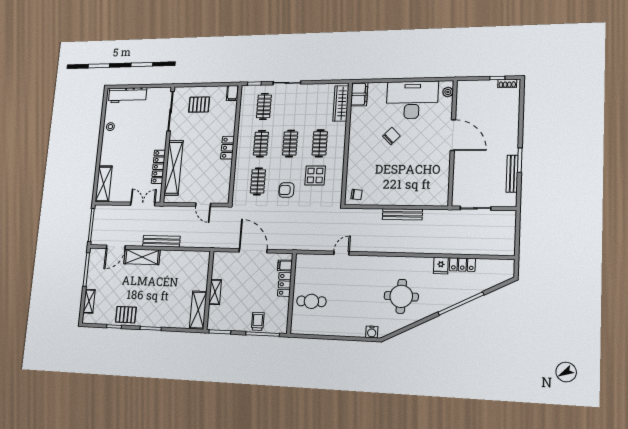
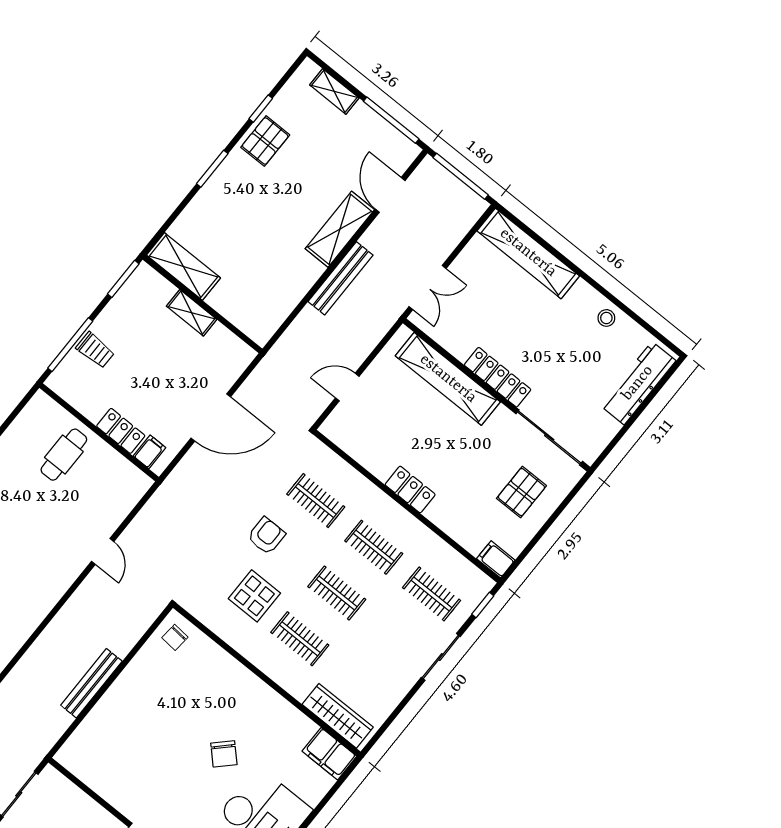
locker: (158, 167) -> (498, 377), moved
shelving: (104, 184) -> (528, 253), width x1.47

